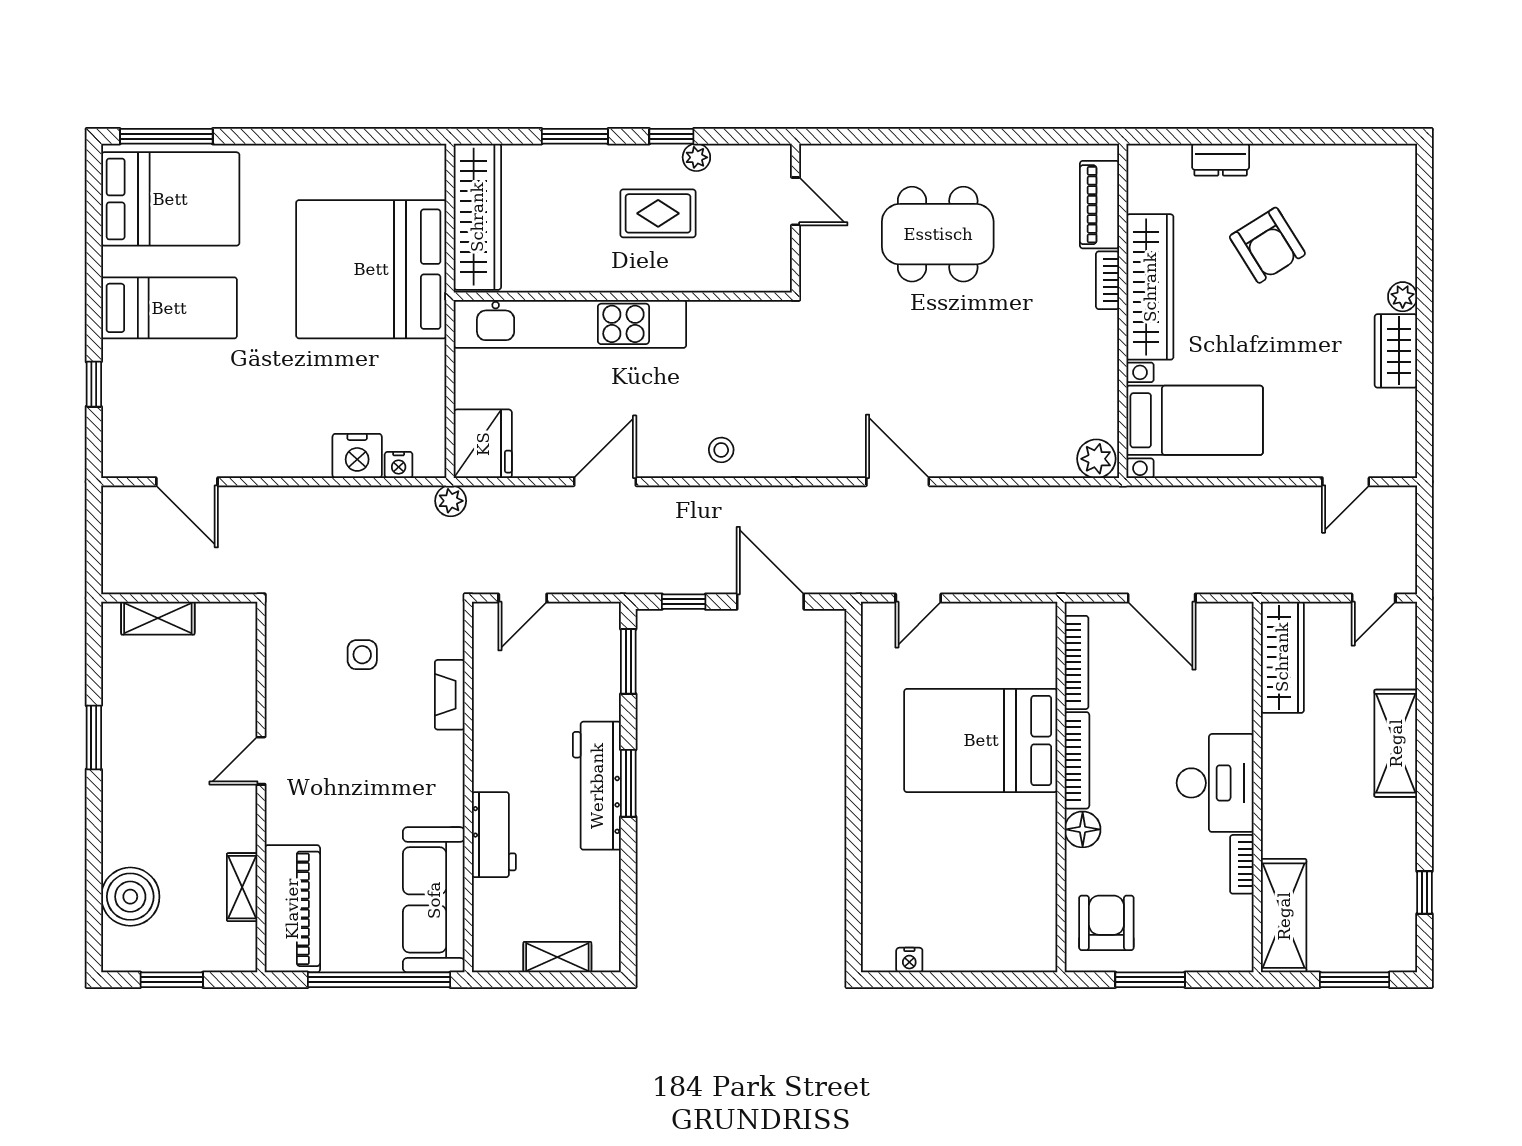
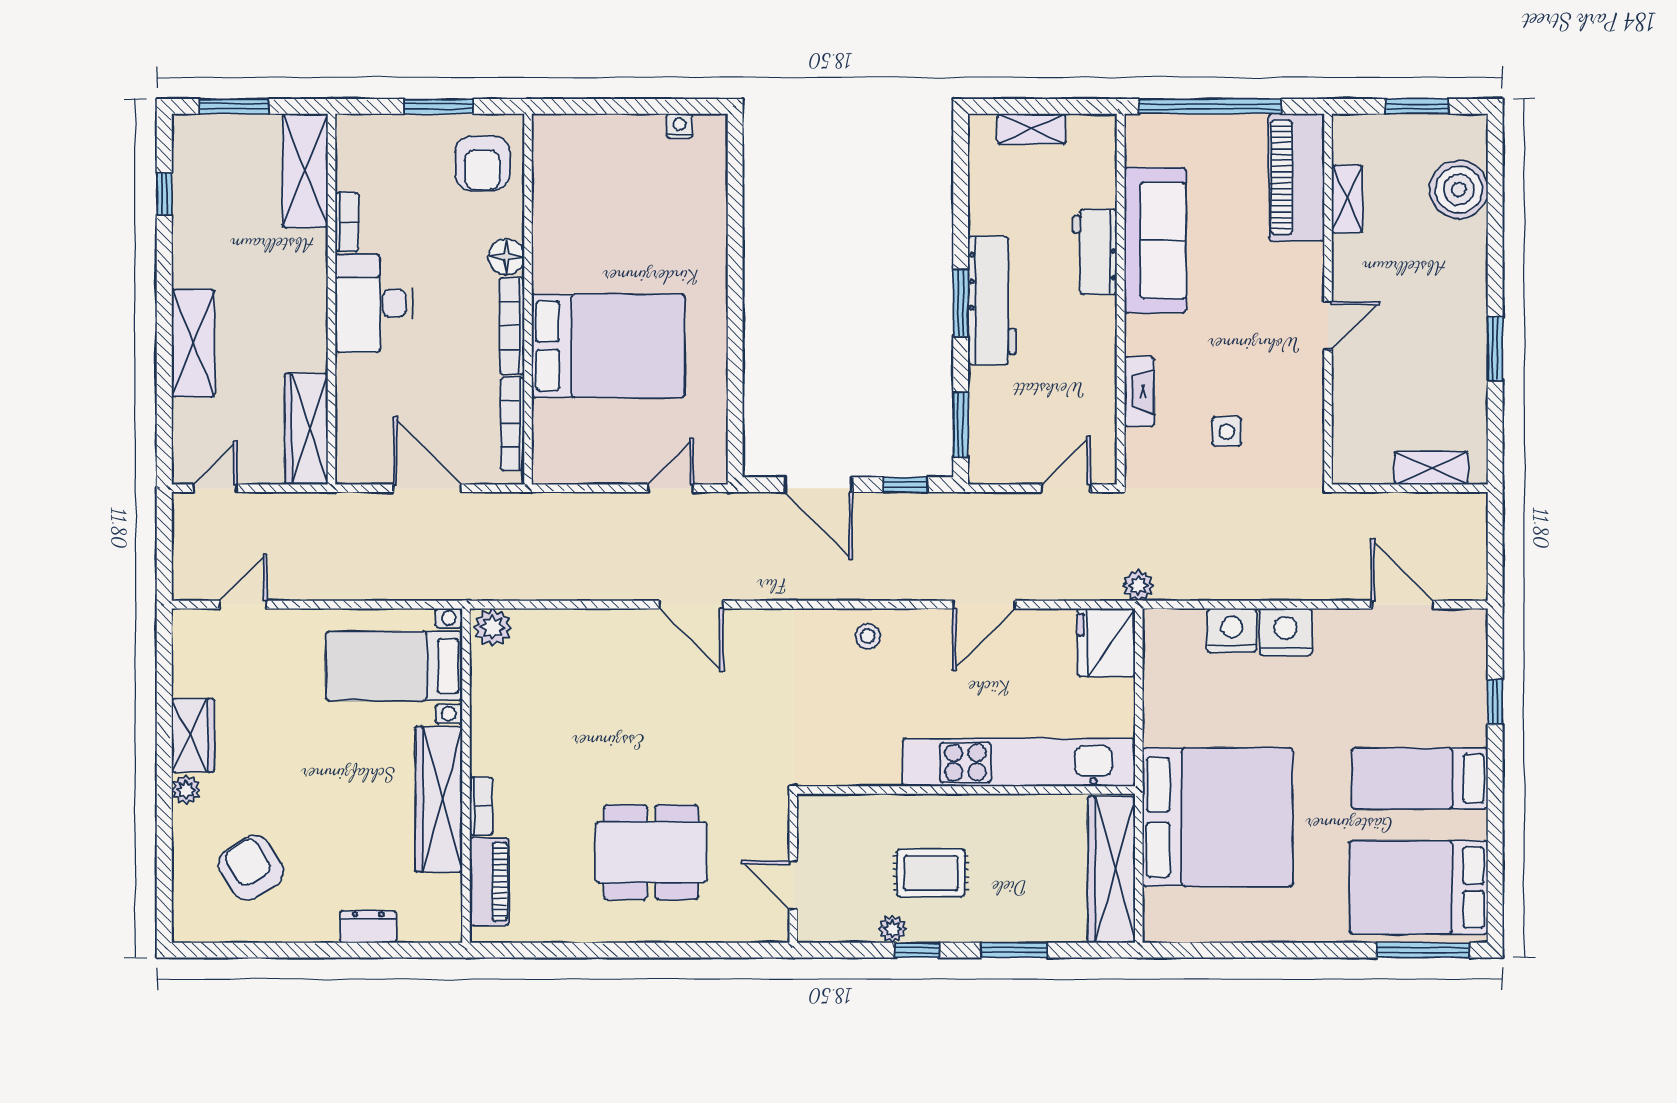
armchair: (1267, 245) -> (251, 868), moved
nightstand: (399, 465) -> (1286, 632), moved, width x1.89, depth x1.79
sofa: (434, 900) -> (1155, 240), moved

